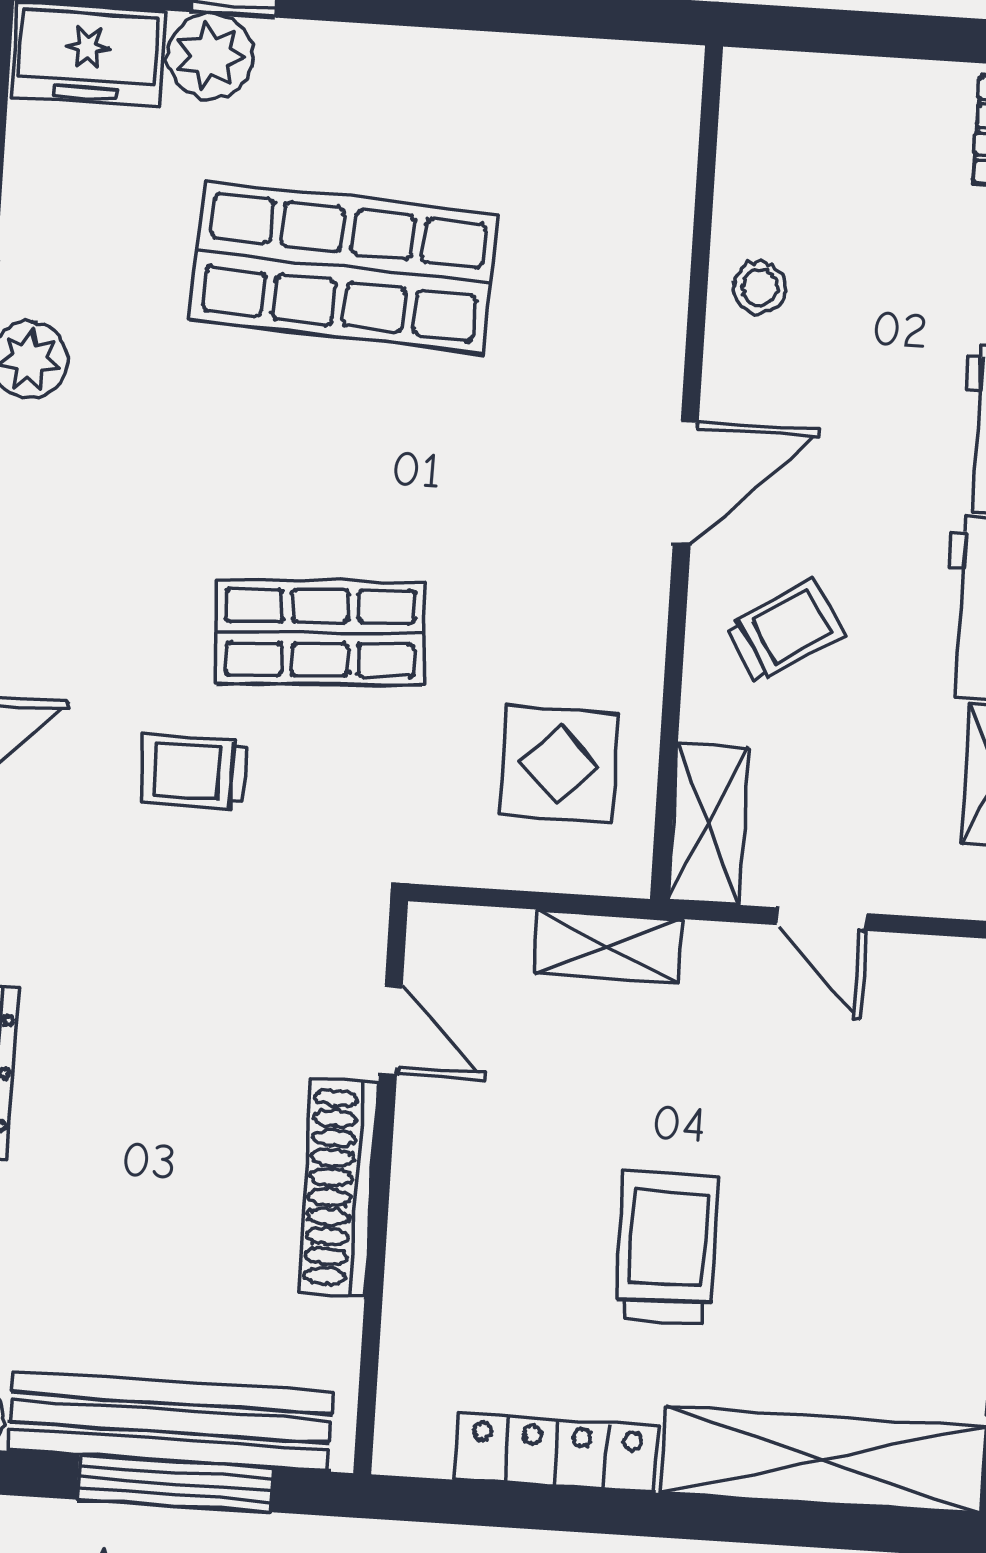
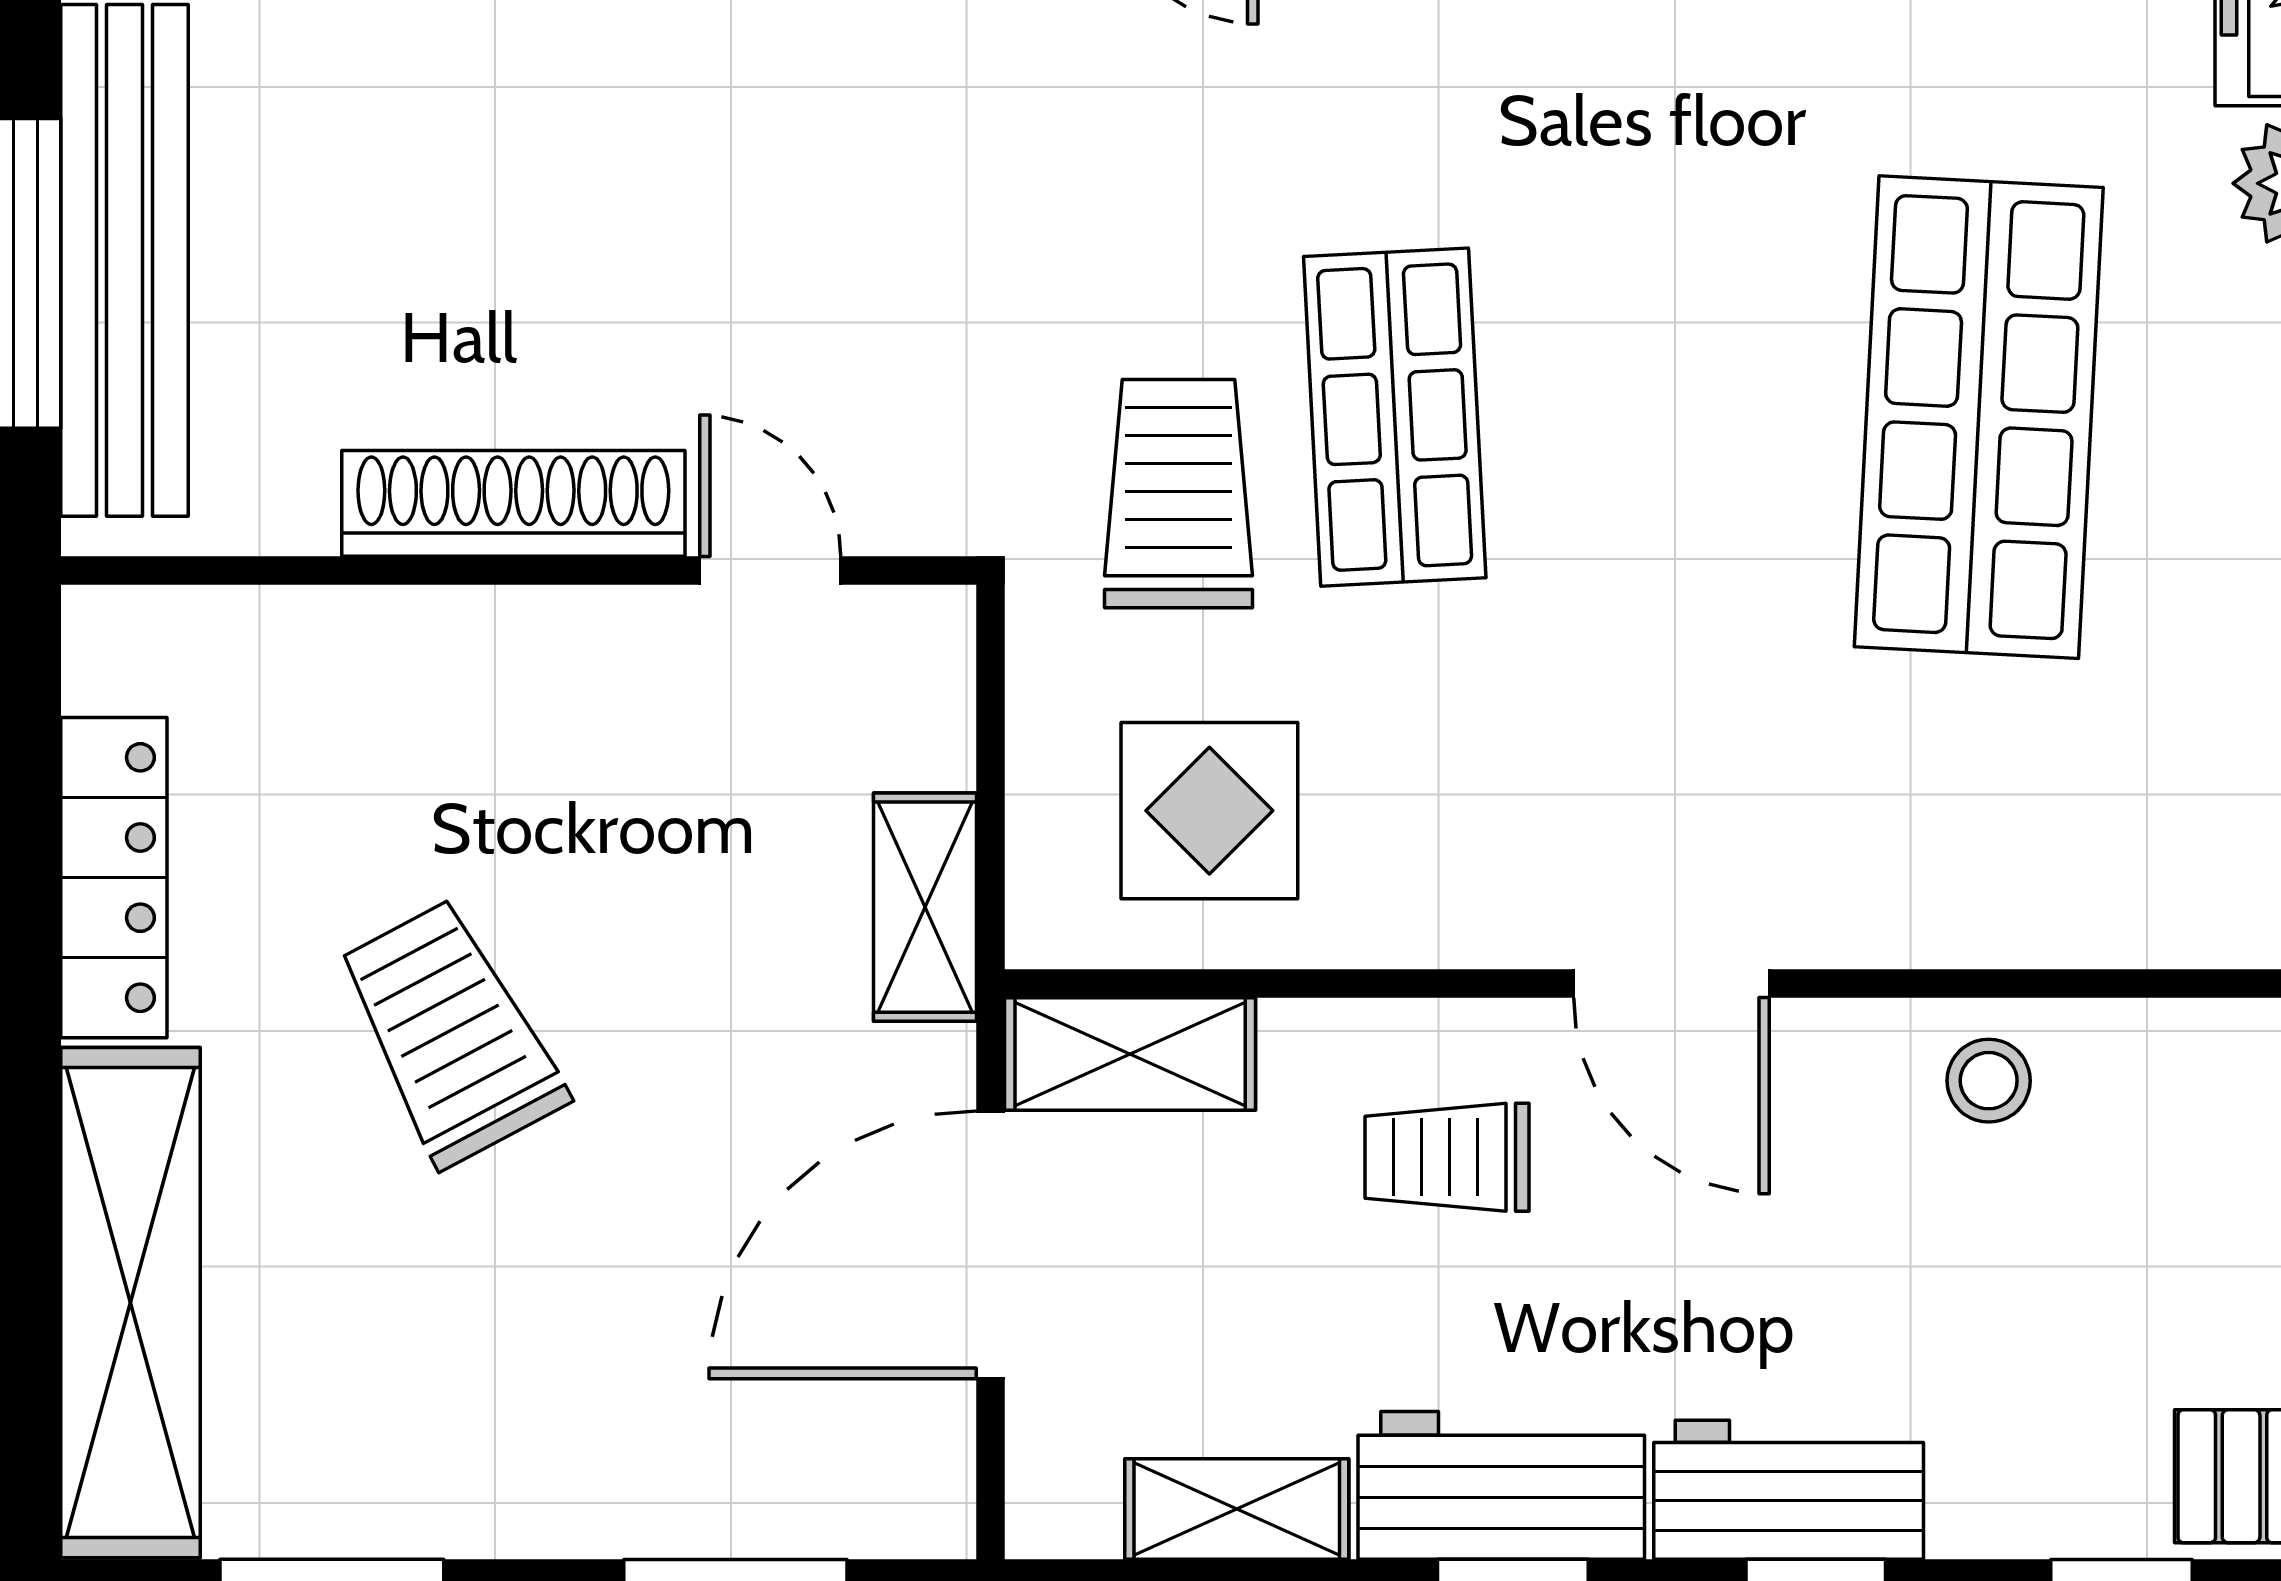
trolley: (785, 630) -> (1447, 1157), turned 123
trolley: (194, 771) -> (1179, 494), moved, width x1.36, depth x1.39
door: (822, 919) -> (991, 1245), width x1.87
door: (391, 1030) -> (770, 571), swing flipped
trolley: (667, 1248) -> (451, 1033), turned -118

